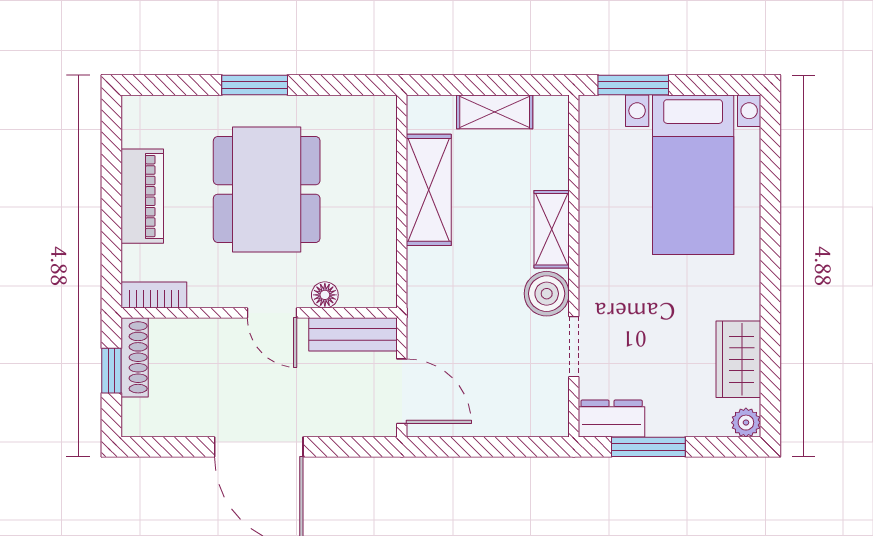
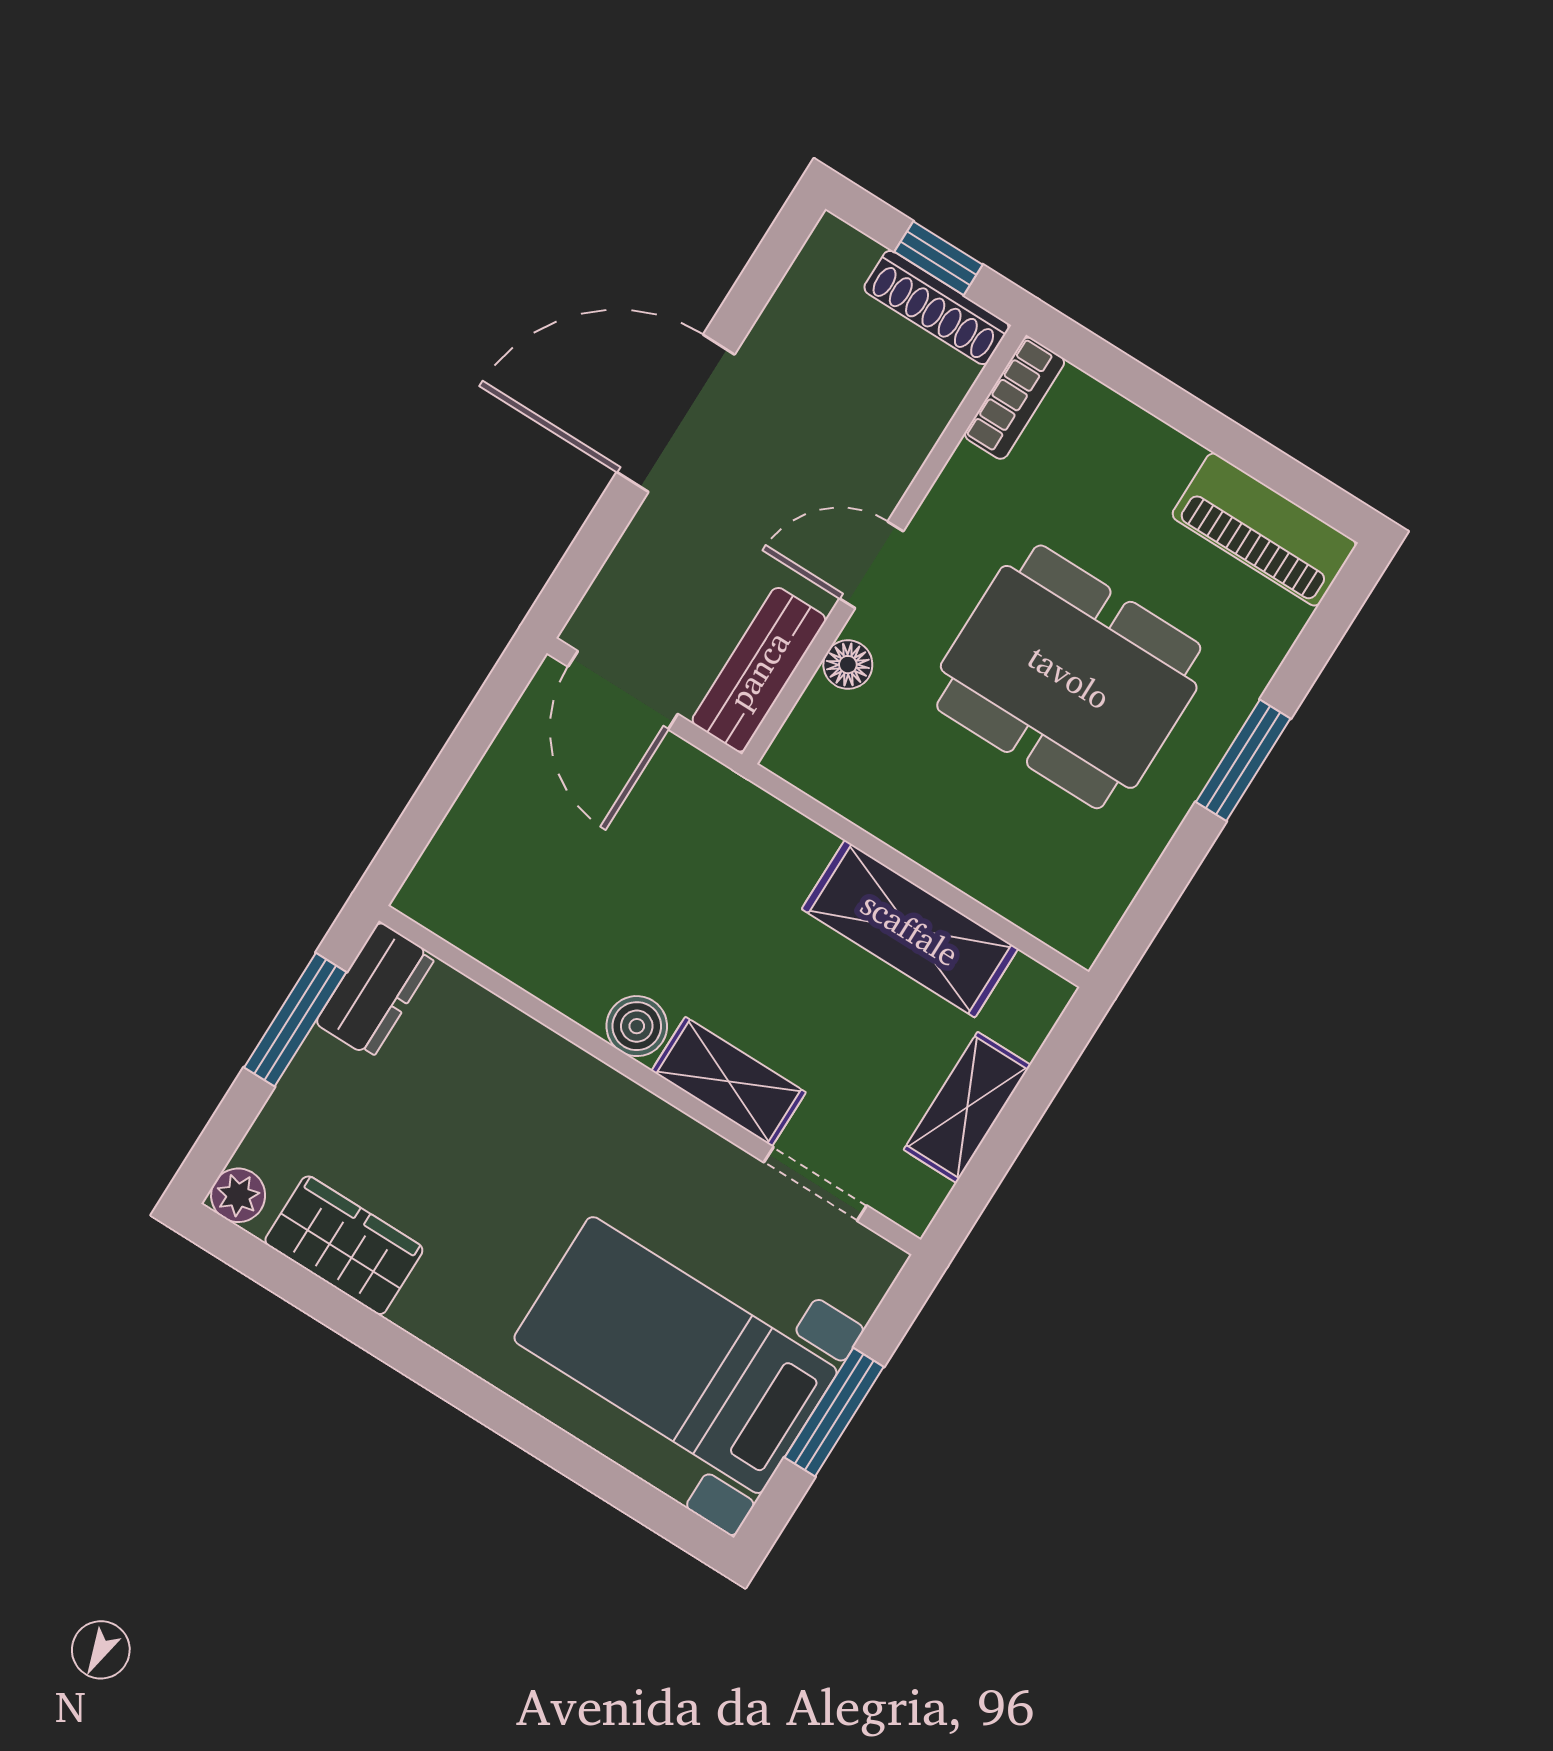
window: (633, 85) -> (834, 1412), moved
piano: (142, 196) -> (1264, 530), moved
boiler: (547, 294) -> (637, 1026), width x0.73, depth x0.73
doorway: (574, 347) -> (815, 1184), moved
door: (402, 391) -> (623, 690), hinge flipped

